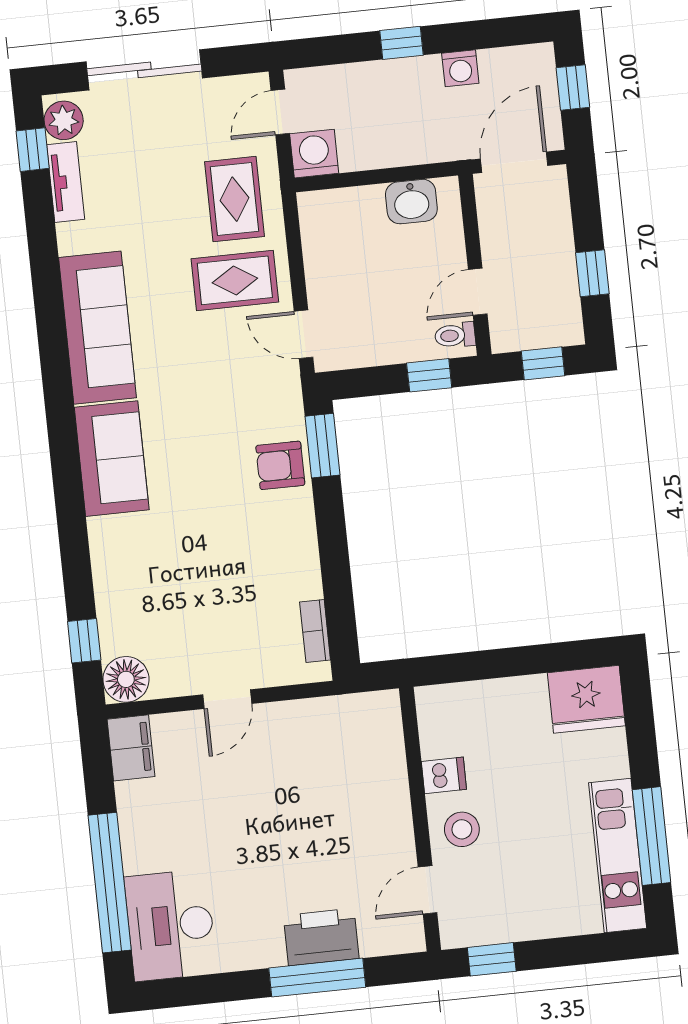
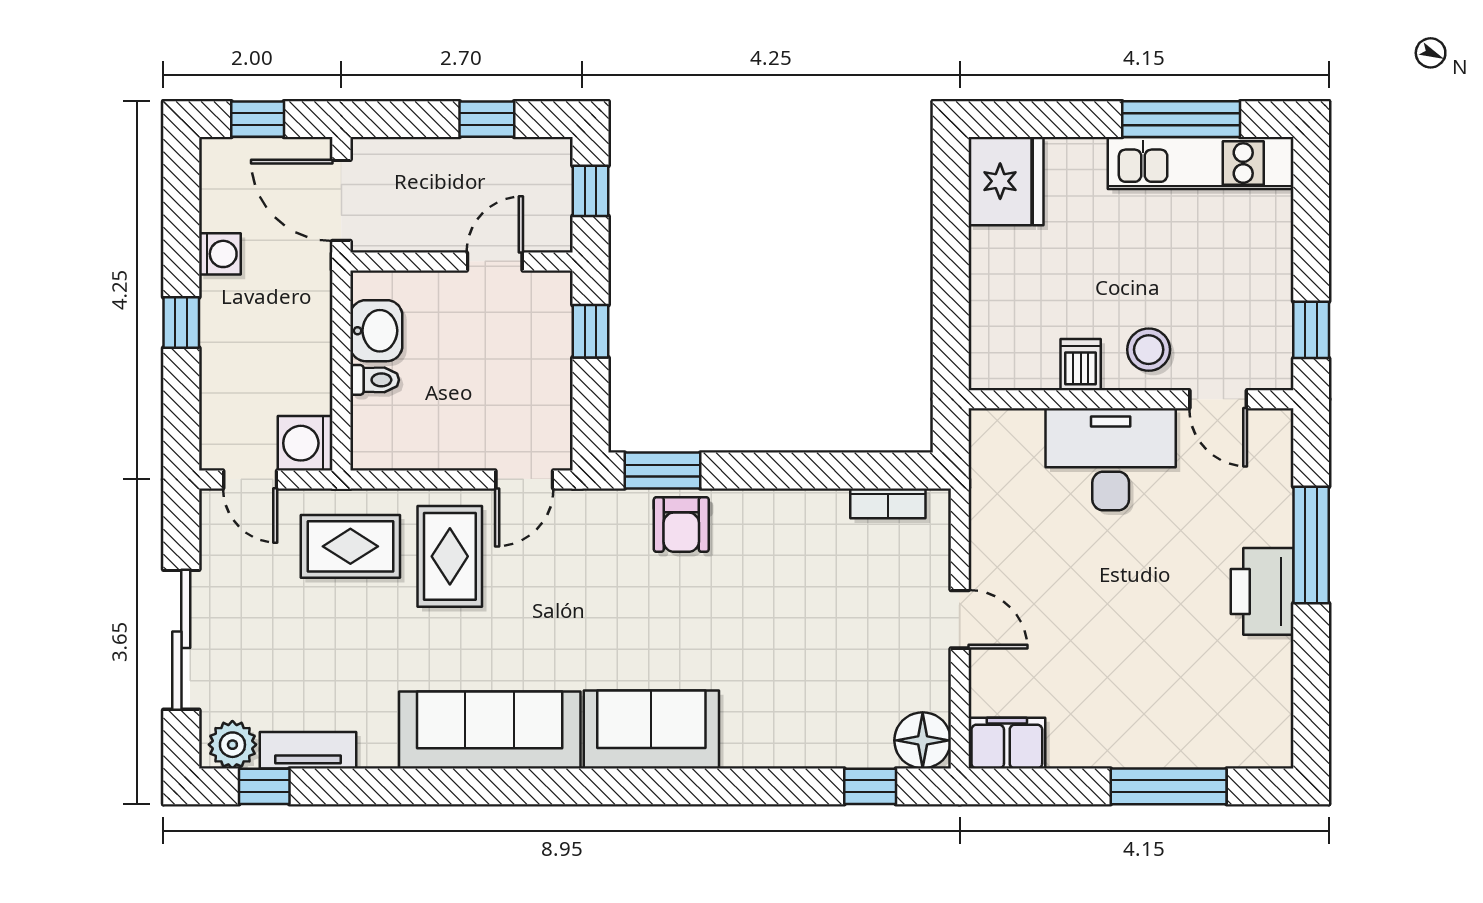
door: (478, 292) -> (495, 261), swing flipped
toilet: (455, 335) -> (375, 380), moved, turned -90
window: (110, 883) -> (1169, 786), width x0.68
desk: (171, 925) -> (1111, 459), moved, turned 180
printer: (321, 937) -> (1262, 591), moved

